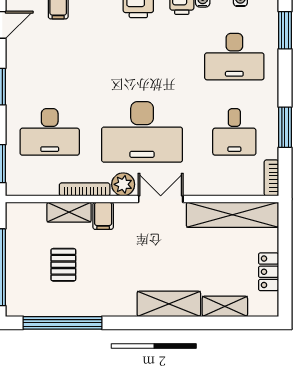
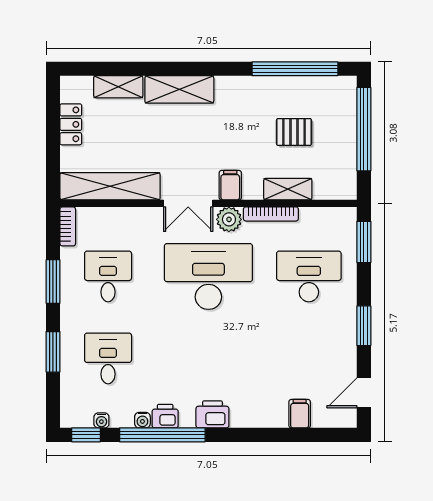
window: (285, 30) -> (53, 352), moved
desk: (234, 57) -> (108, 358), width x0.73
filing cabinet: (103, 216) -> (230, 185), moved
pallet: (63, 265) -> (294, 132), turned 90

